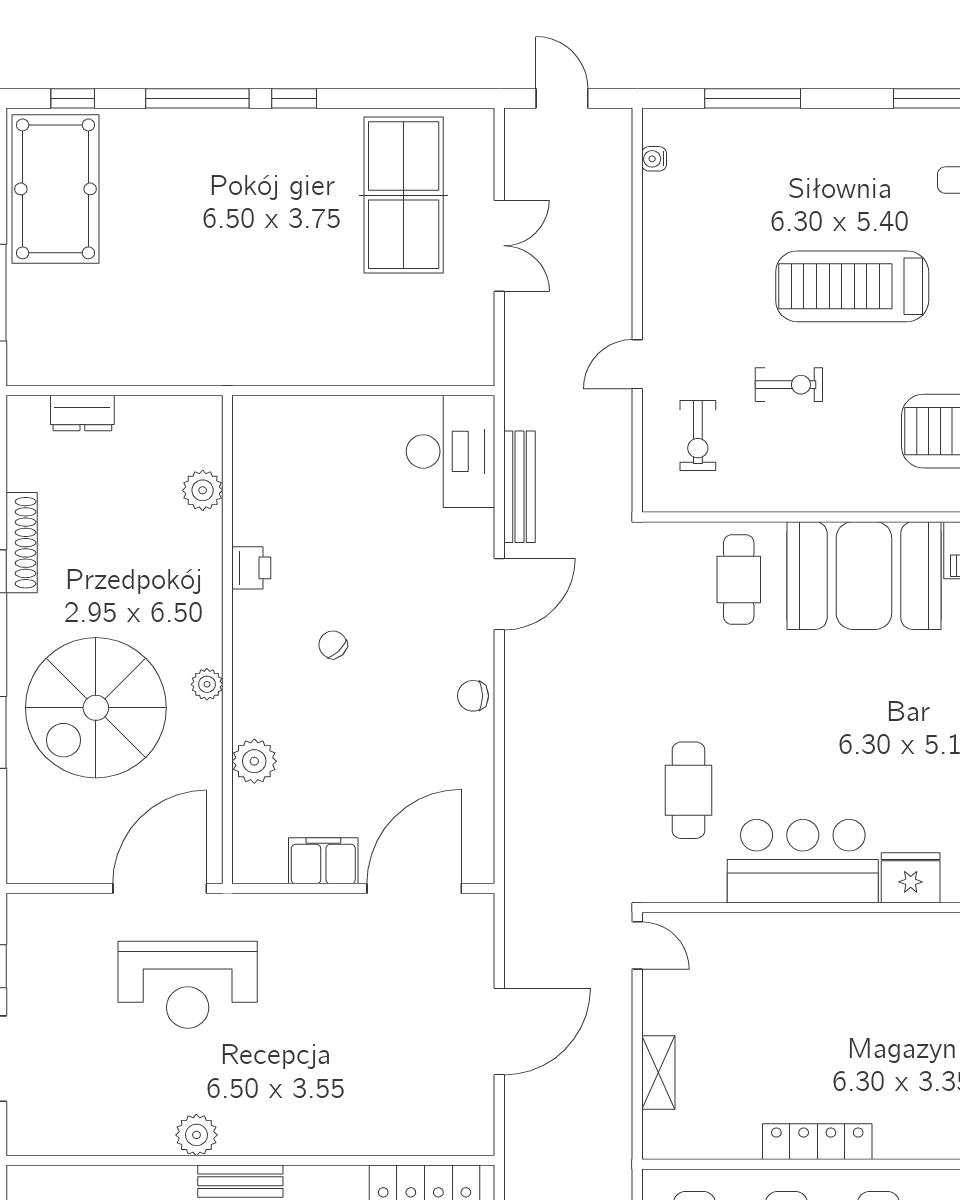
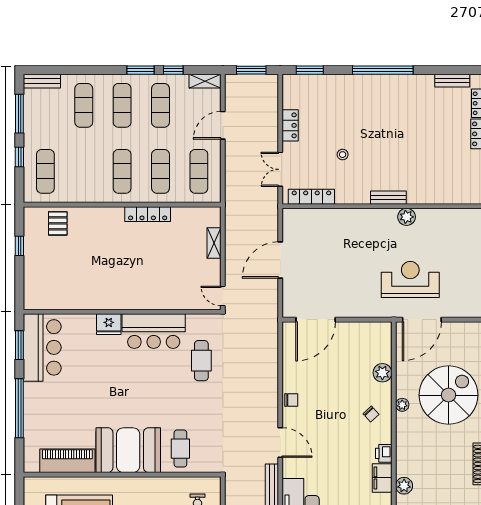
door: (499, 594) -> (280, 442), swing flipped
chair: (333, 645) -> (371, 414), moved
filing cabinet: (323, 861) -> (382, 478), moved, turned 90

